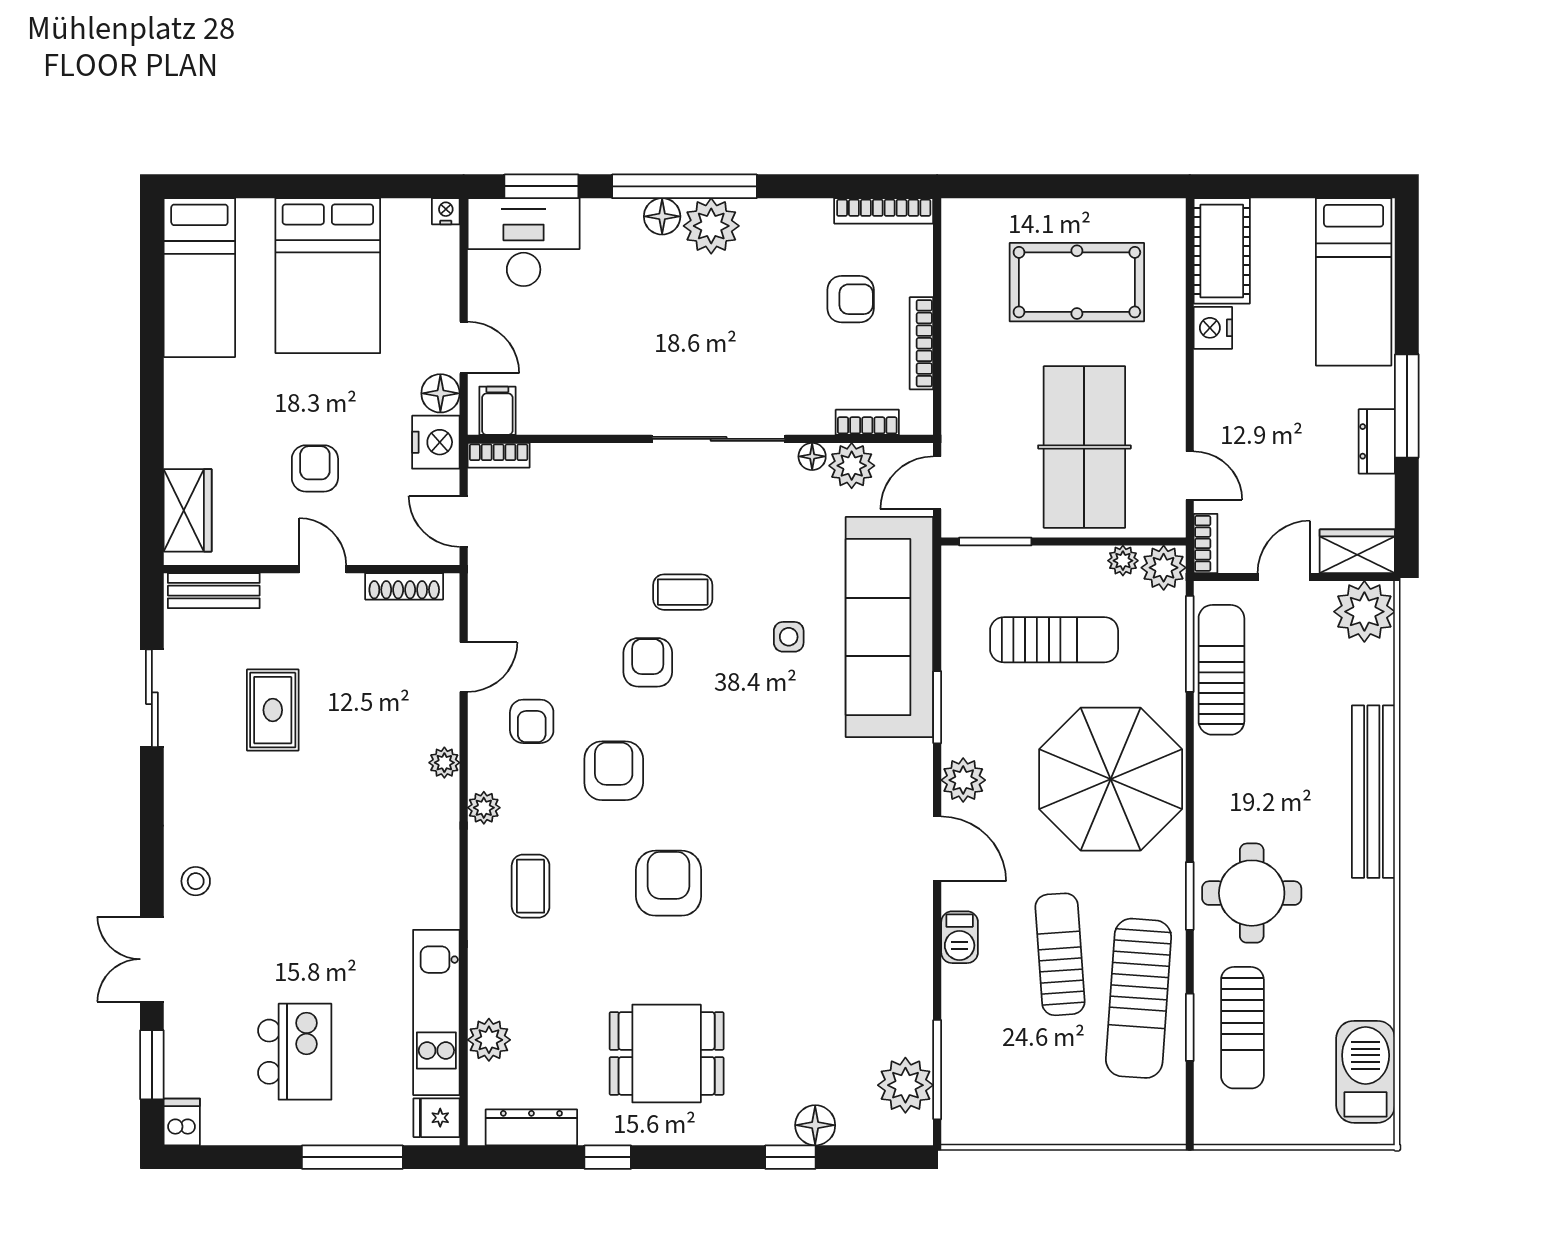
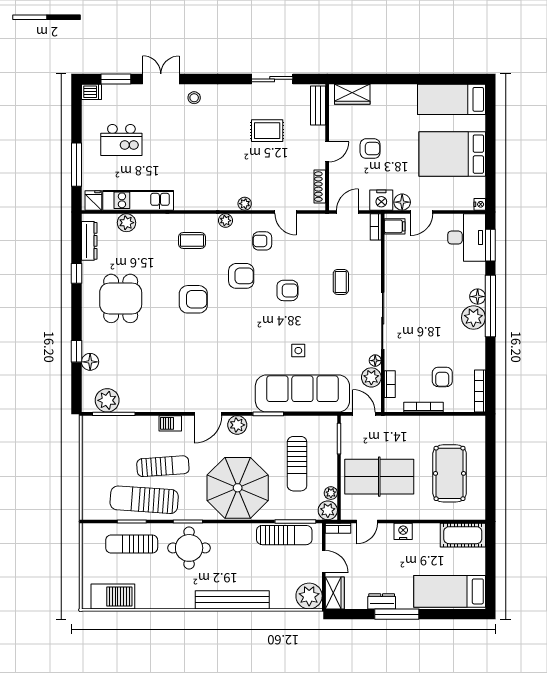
nightstand: (1213, 328) -> (403, 531), moved
coffee table: (683, 592) -> (341, 282), moved

